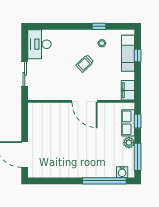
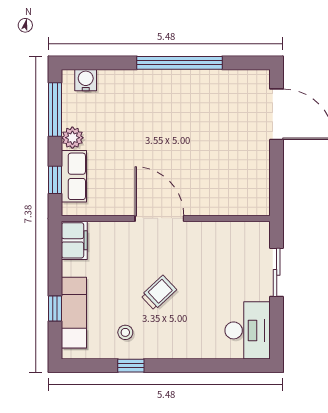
window: (104, 181) -> (179, 63), moved

